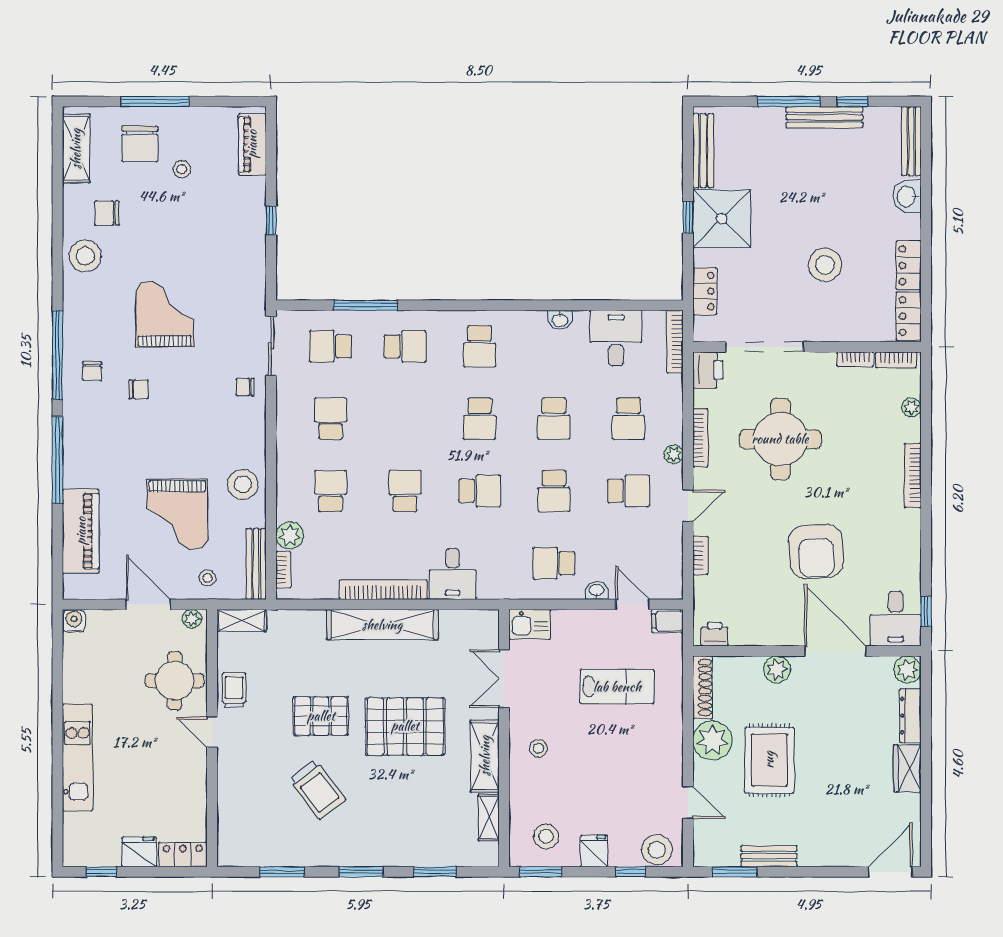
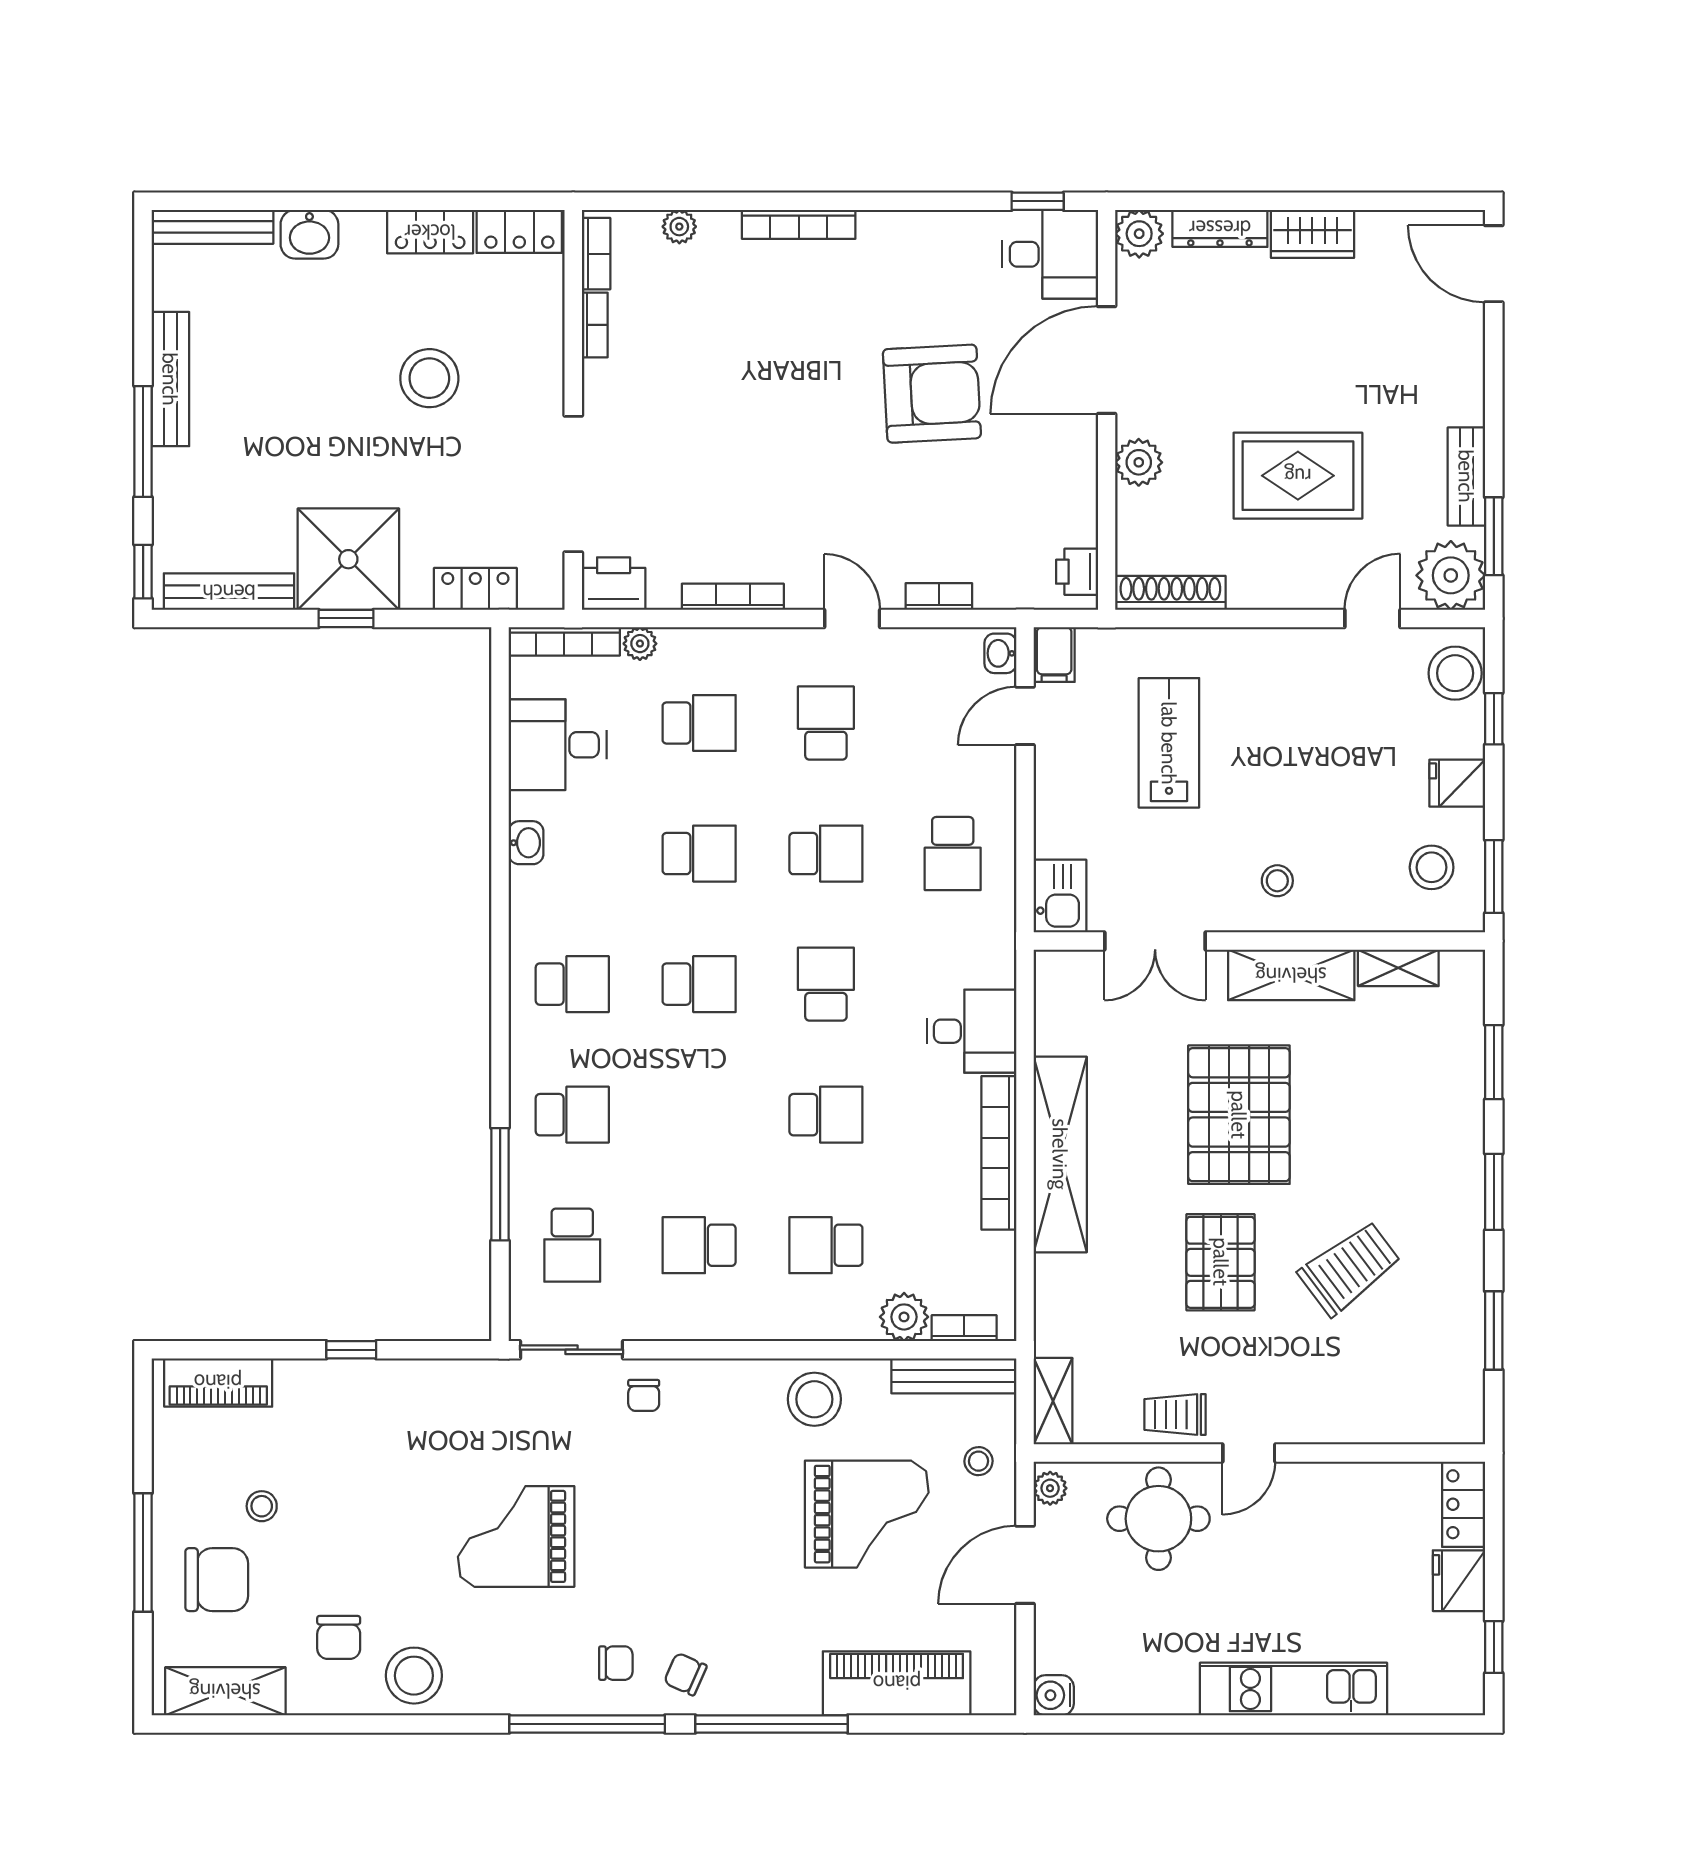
window: (852, 102) -> (143, 572), moved
school desk: (405, 346) -> (572, 1115), turned 90
chair: (139, 389) -> (685, 1674), moved, turned -66
round table: (780, 439) -> (735, 456), removed
plant: (674, 454) -> (640, 644), moved
school desk: (405, 491) -> (826, 1115), turned 180
washbasin: (597, 590) -> (1000, 653), moved
plant: (713, 740) -> (1451, 575), moved

